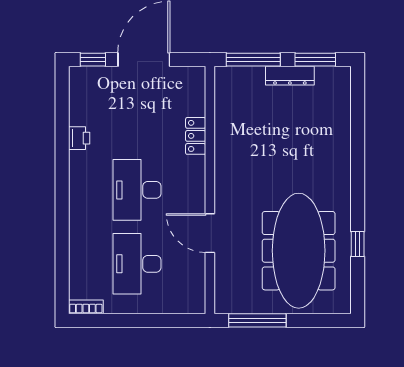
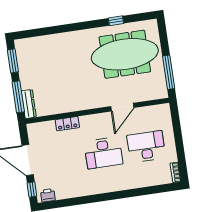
dresser: (290, 76) -> (29, 104), moved
printer: (79, 138) -> (48, 195), moved
desk: (137, 264) -> (146, 147), turned 180

